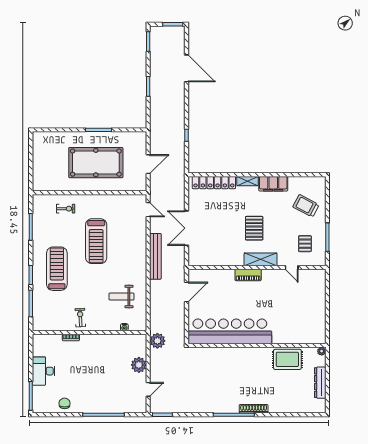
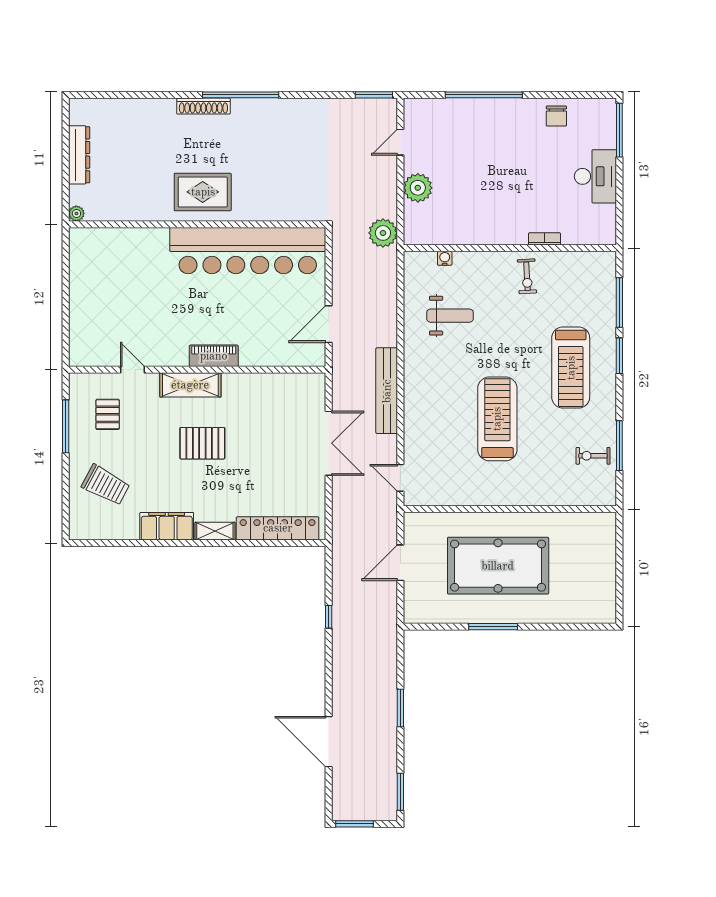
exercise bike: (66, 209) -> (593, 456), moved
pallet: (254, 228) -> (202, 443), turned 90
rug: (287, 359) -> (203, 192), moved

